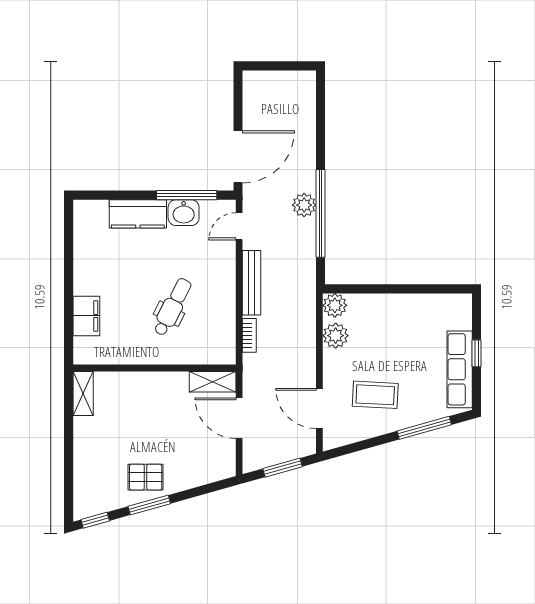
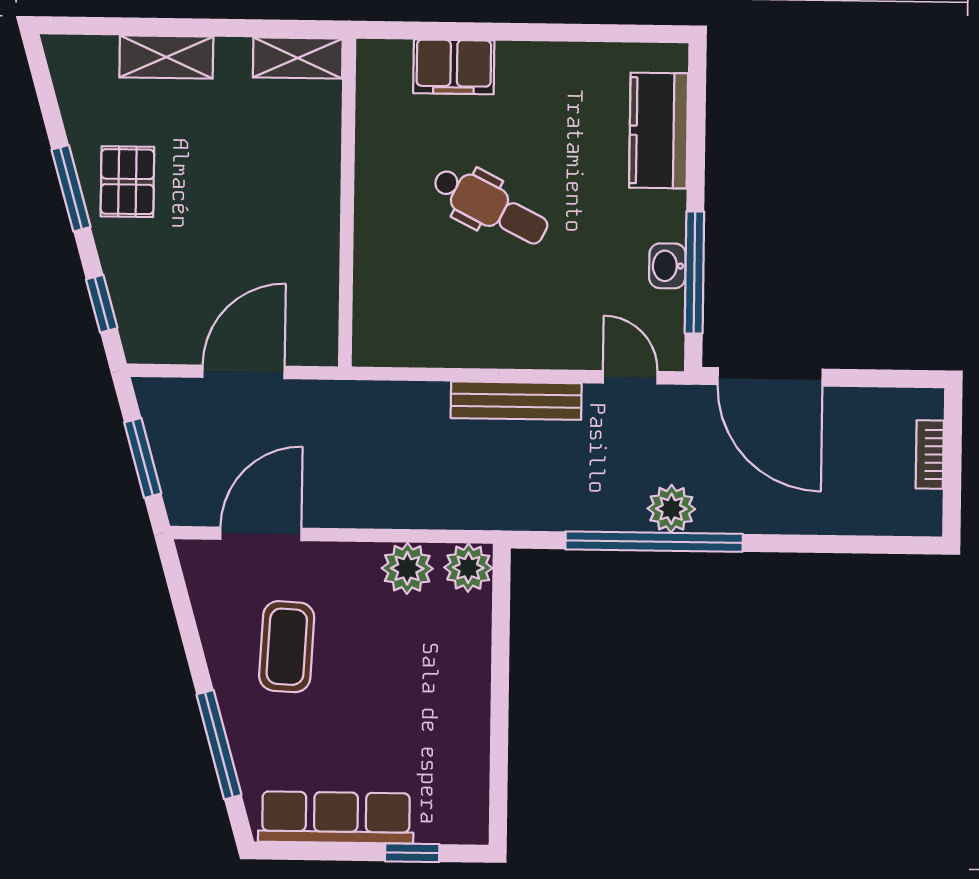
washbasin: (184, 213) -> (667, 266), width x0.72, depth x0.69
kitchen counter: (138, 214) -> (659, 131), moved
dental chair: (172, 307) -> (490, 206), moved
bookcase: (249, 335) -> (930, 454), moved, turned 90
window: (477, 353) -> (412, 853), moved
shelving: (213, 382) -> (166, 57), moved, turned 90
window: (95, 520) -> (102, 304), moved

